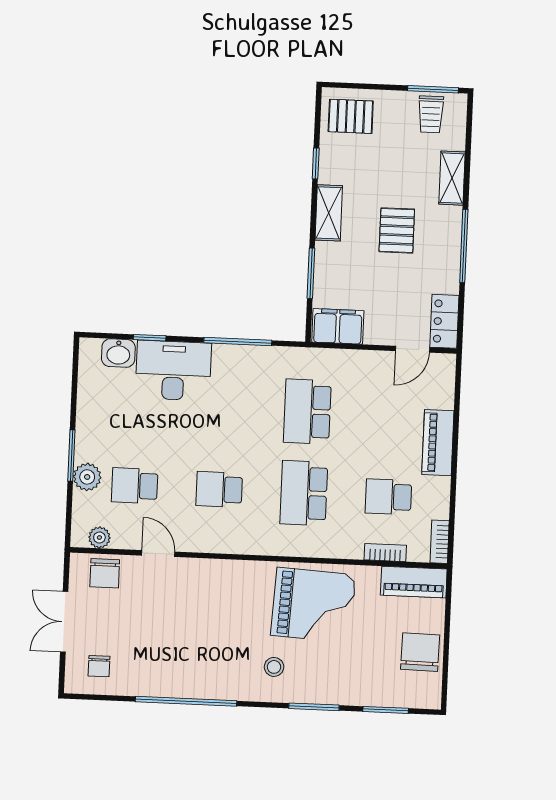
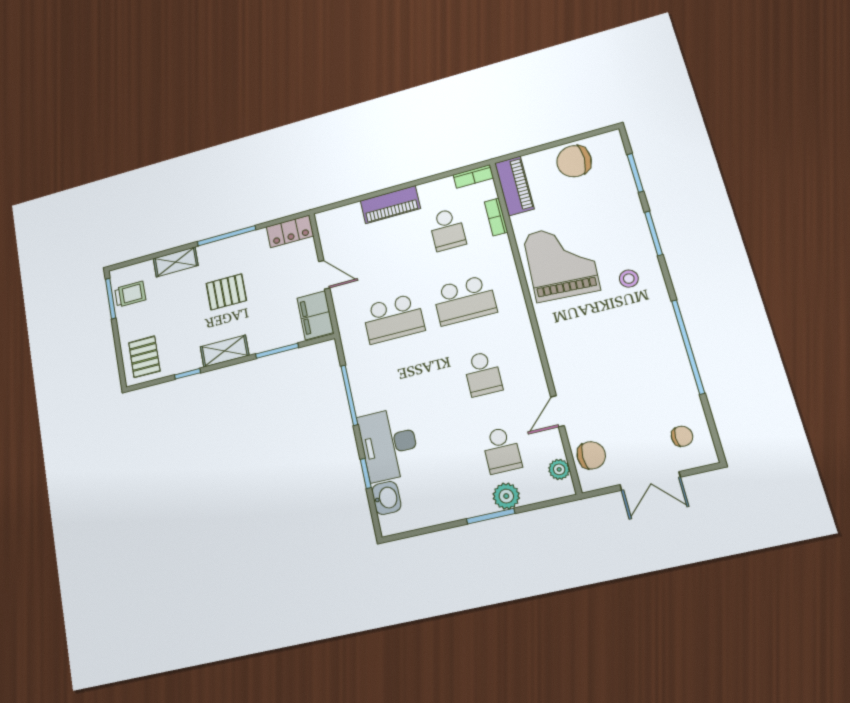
door: (412, 349) -> (324, 275), moved

